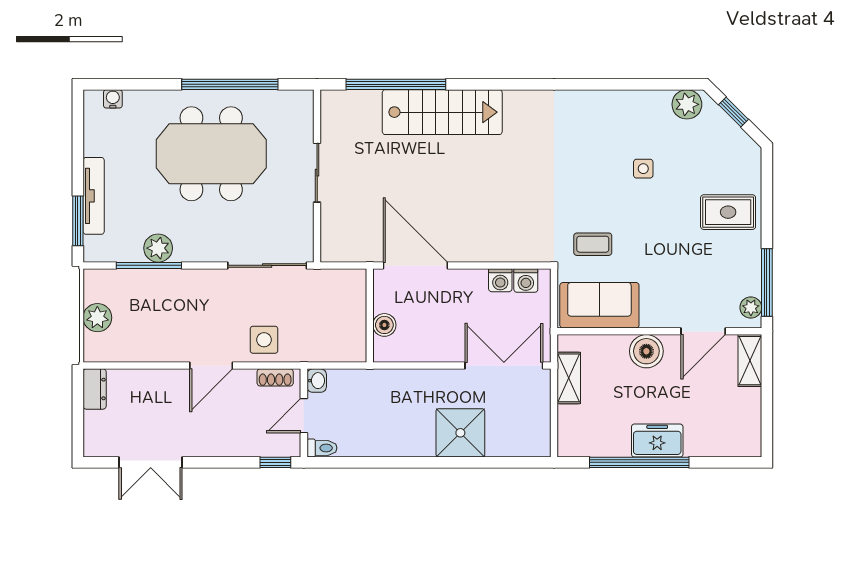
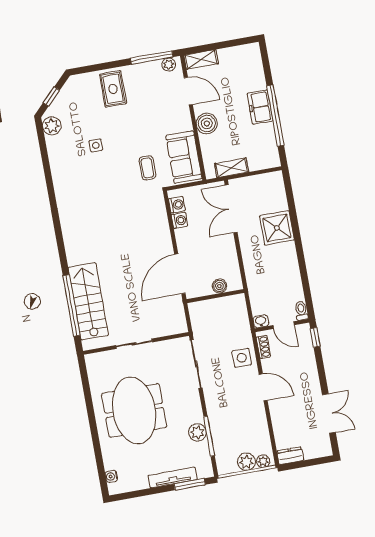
window: (230, 84) -> (90, 407), removed
stairs: (442, 112) -> (88, 301), moved
plant: (94, 344) -> (263, 461), added

